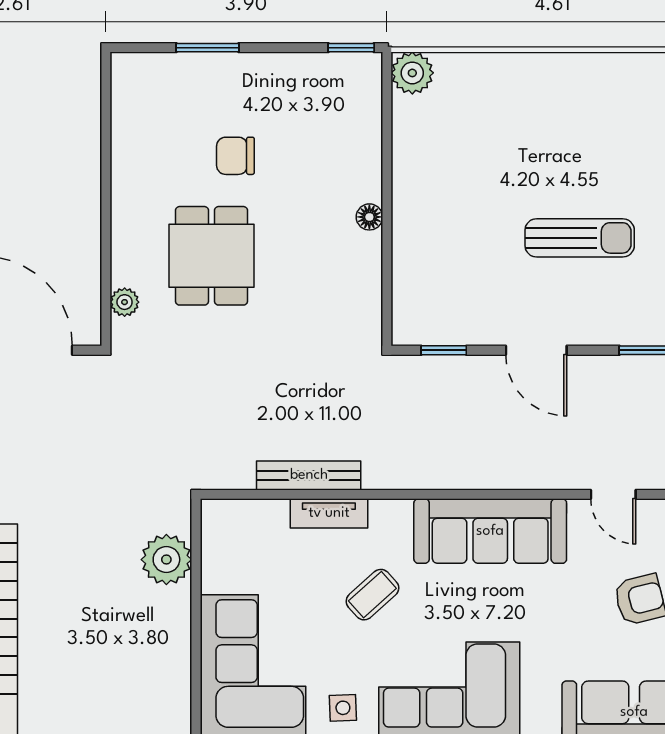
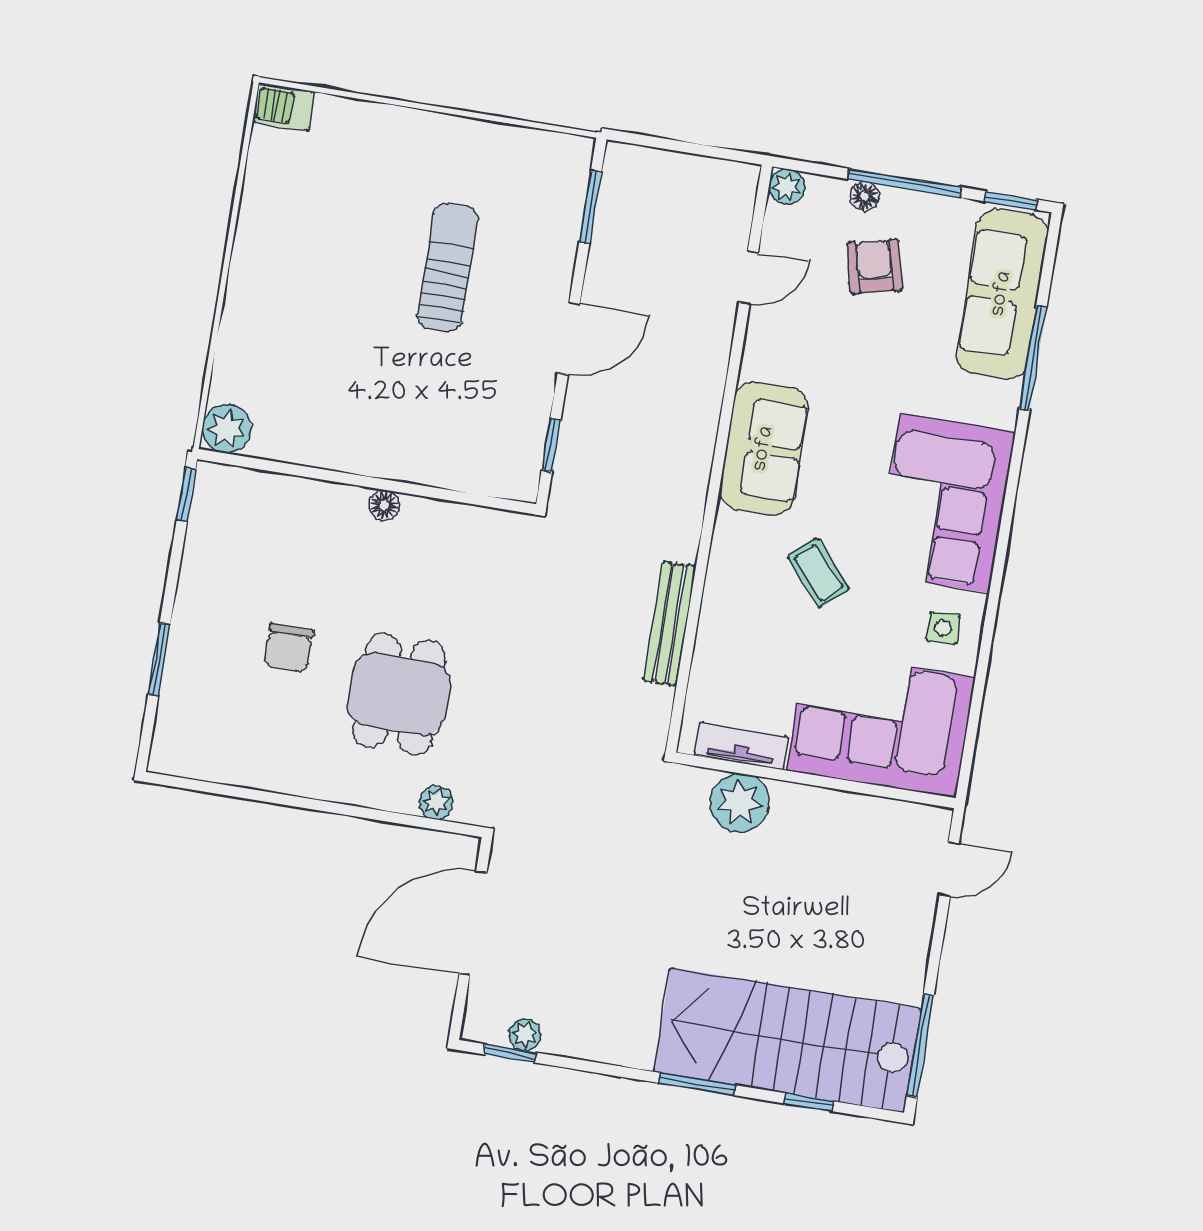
dining table: (211, 256) -> (399, 694), turned 90
tv unit: (329, 513) -> (741, 746), moved, turned -90
sofa: (490, 531) -> (764, 449), width x0.73

